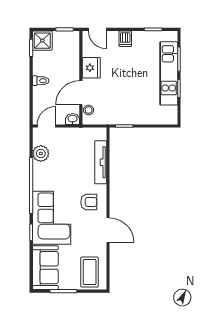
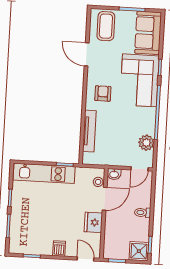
kitchen unit: (169, 73) -> (44, 173), moved, turned 90
armchair: (89, 202) -> (103, 93), turned 90
door: (108, 230) -> (87, 54), moved

